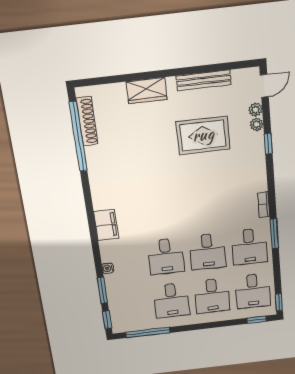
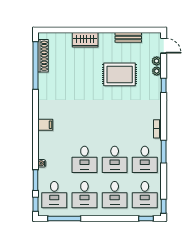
bench: (204, 80) -> (128, 37), width x0.73
door: (264, 86) -> (164, 46), hinge flipped
filing cabinet: (106, 225) -> (45, 125), width x0.50
desk: (131, 305) -> (54, 195), added

